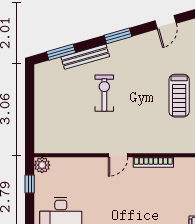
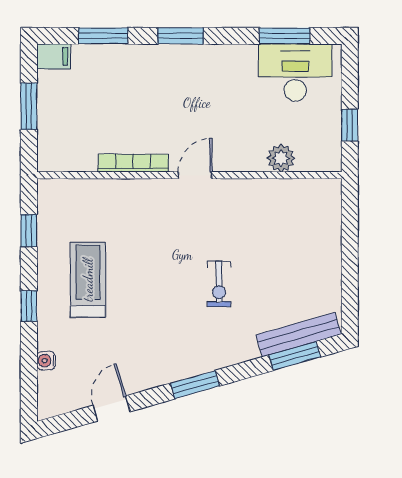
bench: (85, 57) -> (299, 335), moved
exercise bike: (104, 93) -> (219, 284), width x0.73, depth x0.72
plant: (42, 165) -> (281, 158), moved

